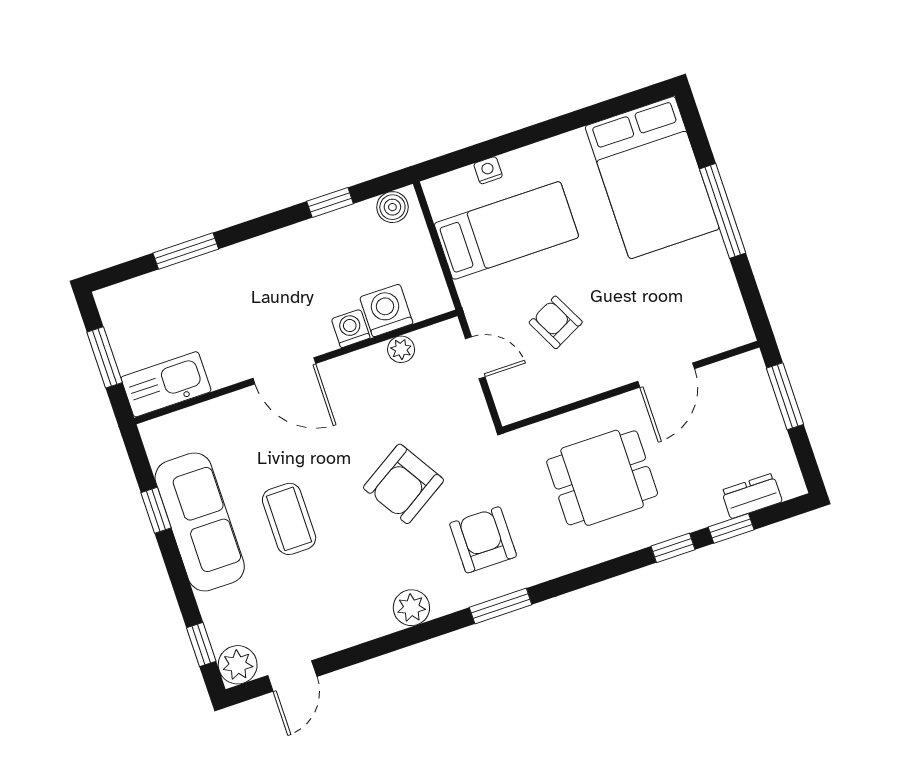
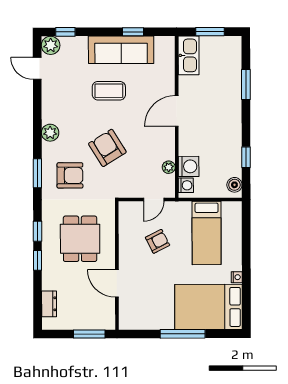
nightstand: (488, 170) -> (237, 277), moved
washing machine: (351, 328) -> (186, 185), moved
window: (731, 528) -> (37, 231), moved

